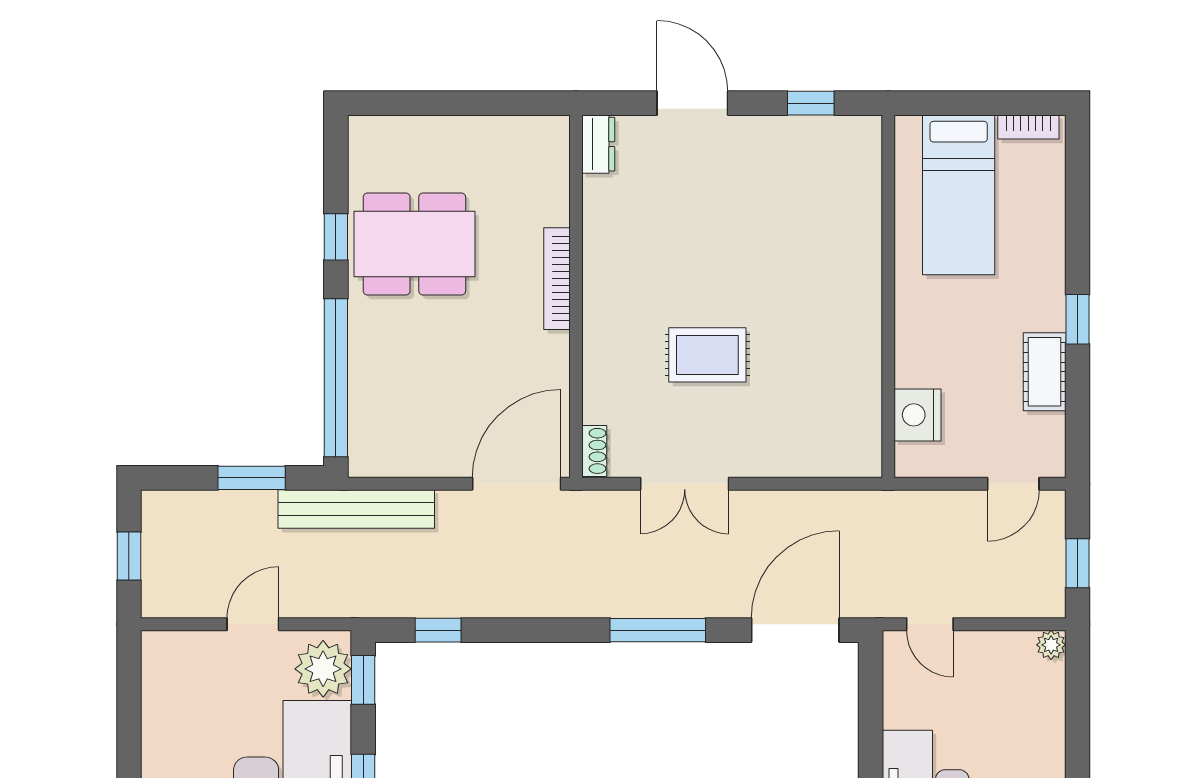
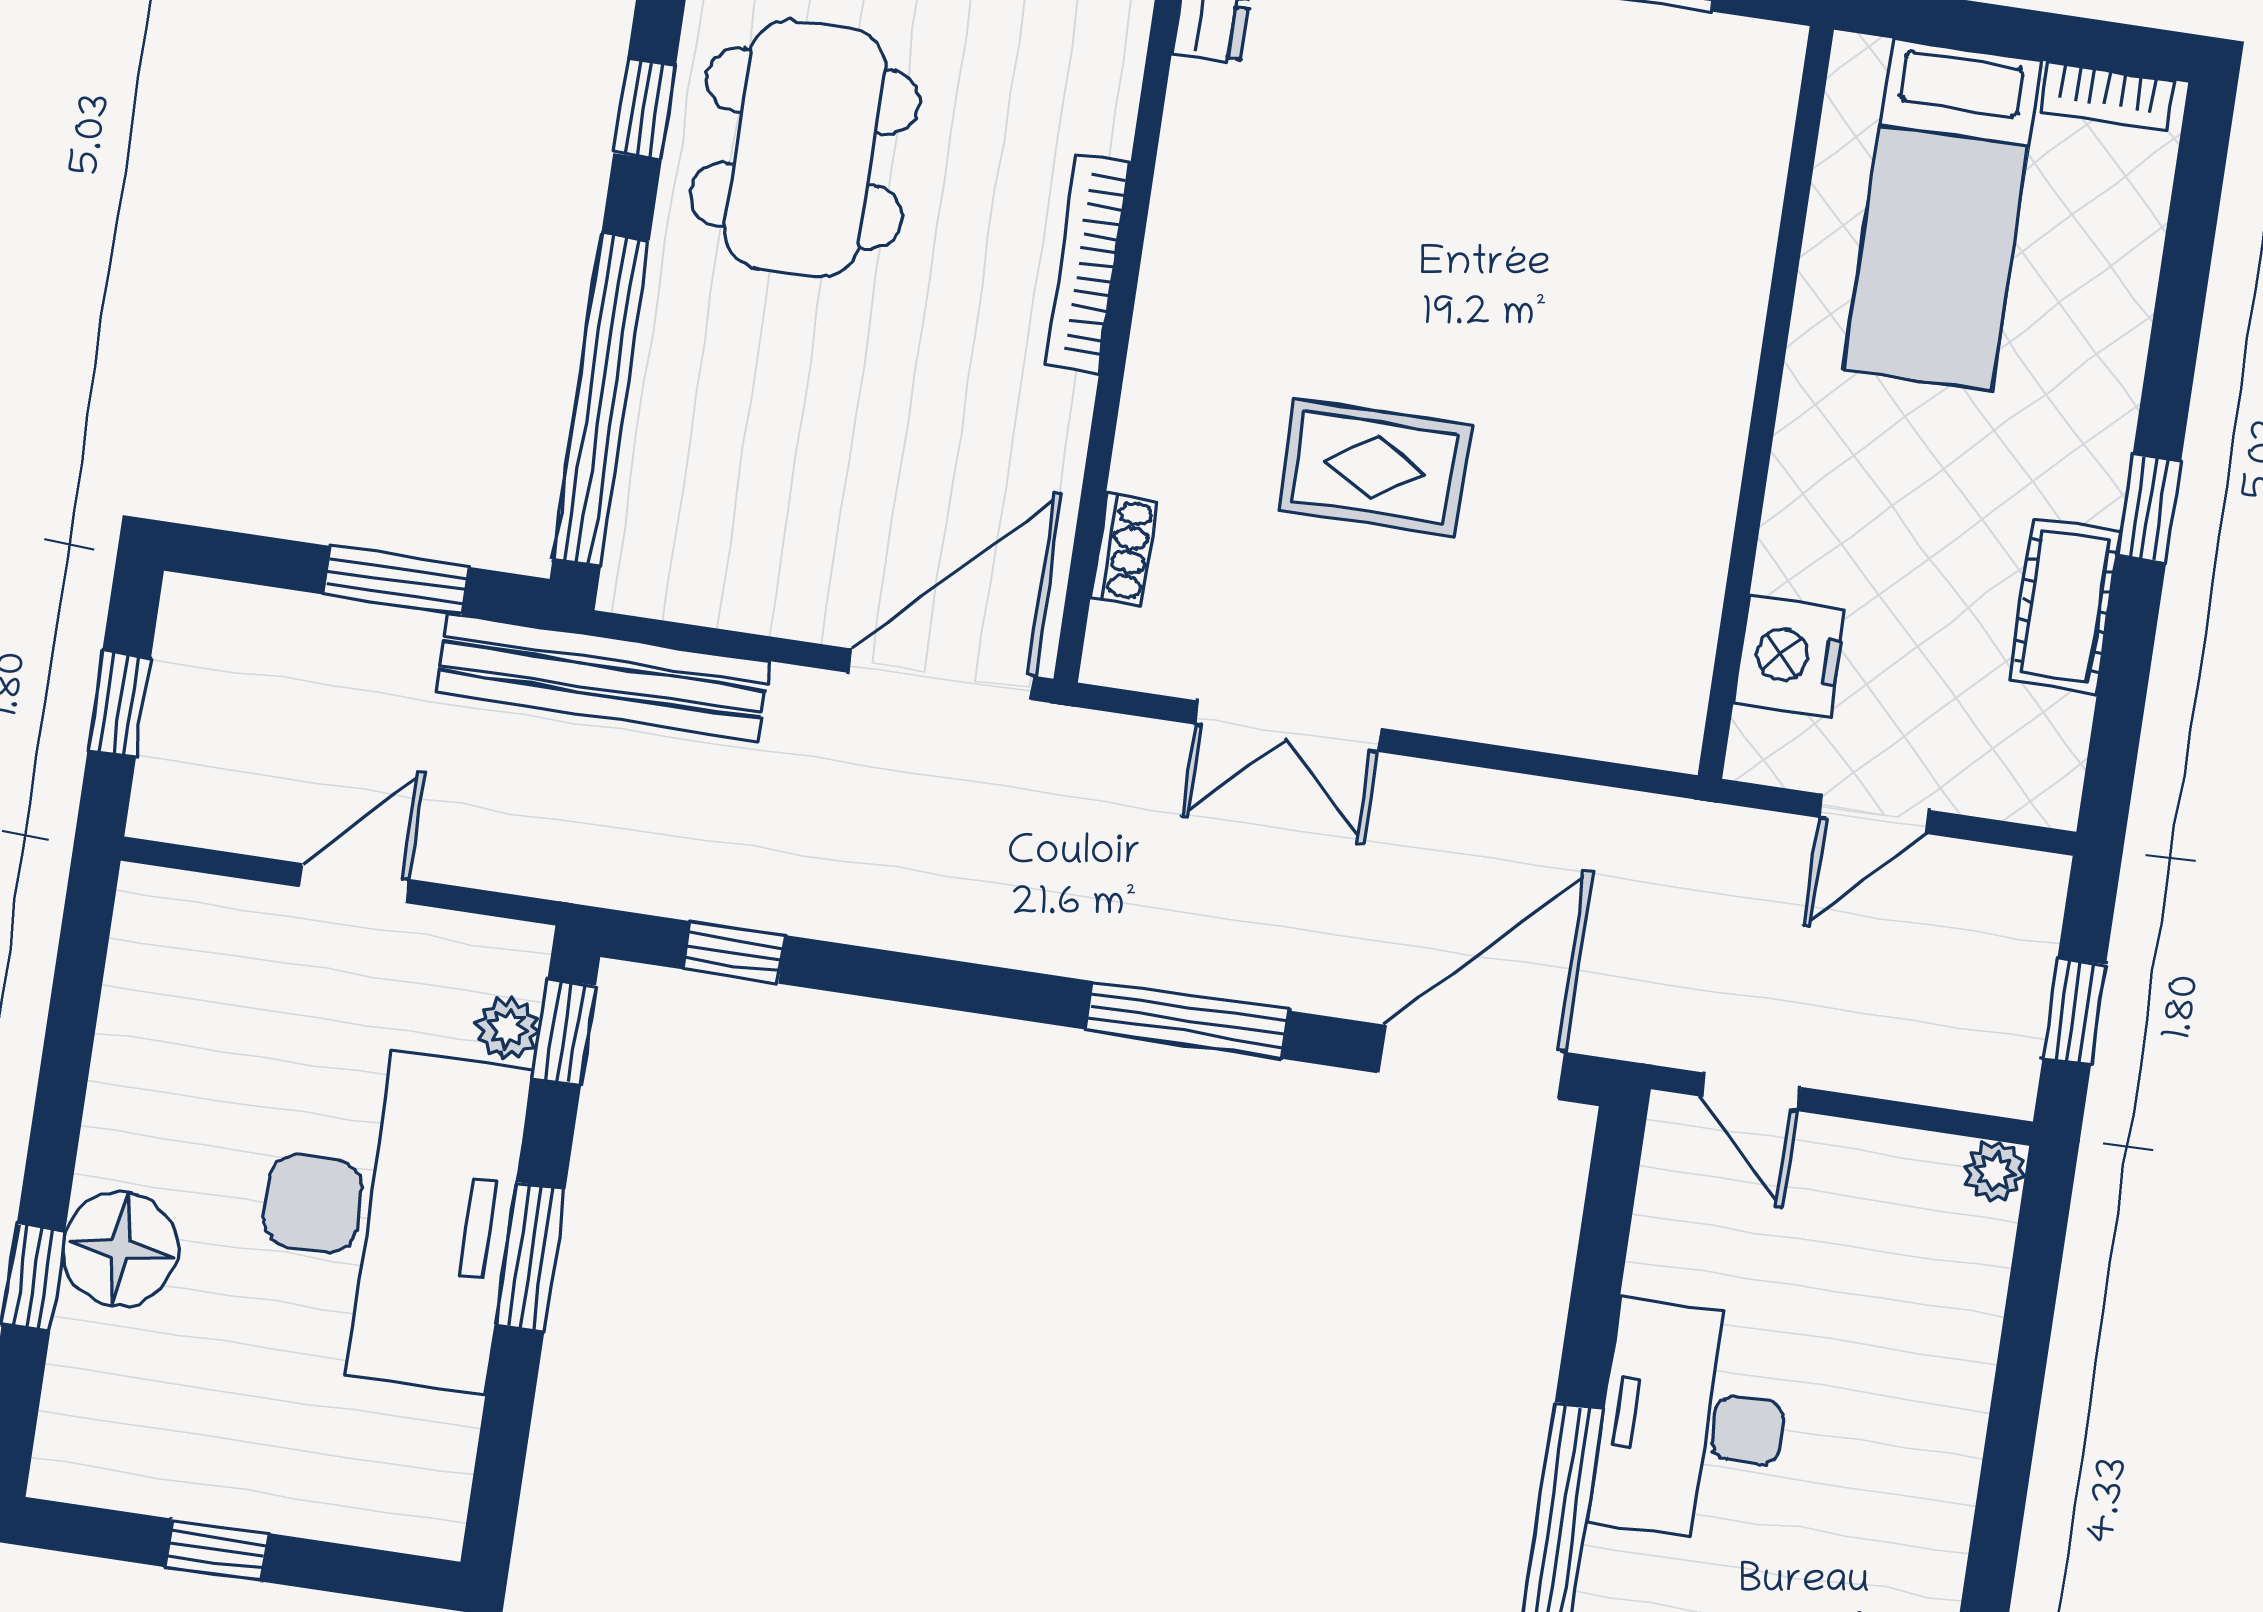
dining table: (414, 244) -> (804, 148), turned 90
shoe rack: (594, 451) -> (1124, 549), moved
door: (1013, 484) -> (1874, 814), moved
plant: (323, 669) -> (508, 1028), width x0.53, depth x0.53

